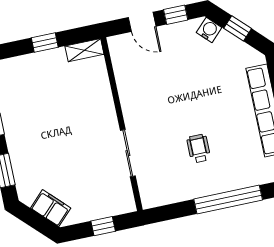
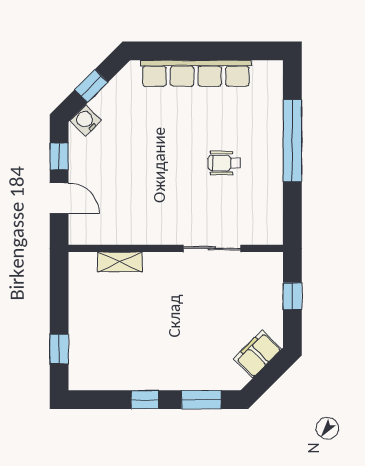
door: (142, 22) -> (59, 198), hinge flipped
window: (45, 43) -> (59, 349), moved
shelving: (84, 50) -> (120, 262), moved, turned 90

